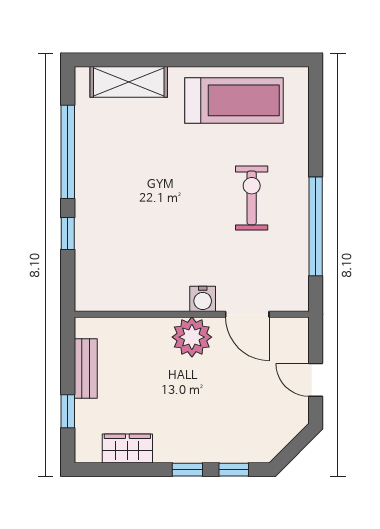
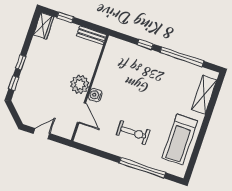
window: (316, 226) -> (142, 168), moved
door: (247, 314) -> (81, 113), swing flipped
bench: (86, 369) -> (91, 35), moved
wardrobe: (127, 448) -> (44, 26), moved

